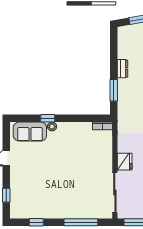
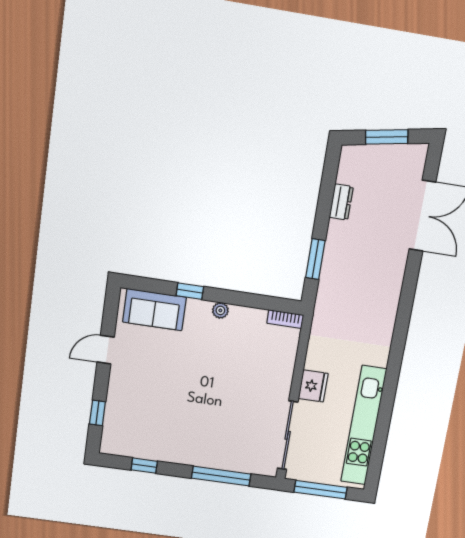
dresser: (122, 69) -> (341, 202), moved
plant: (52, 127) -> (220, 310), moved

